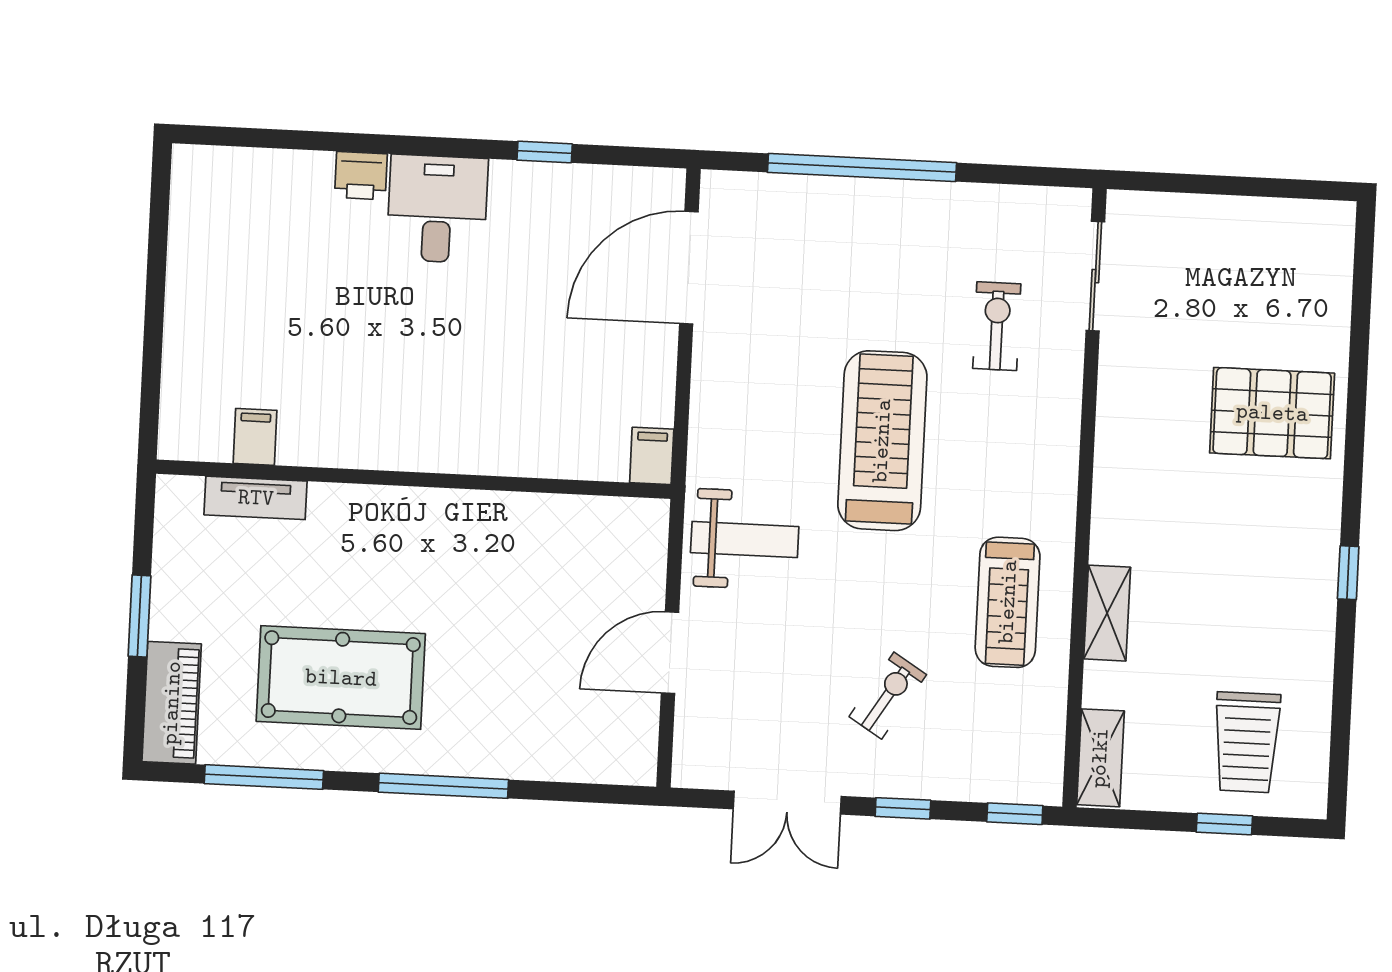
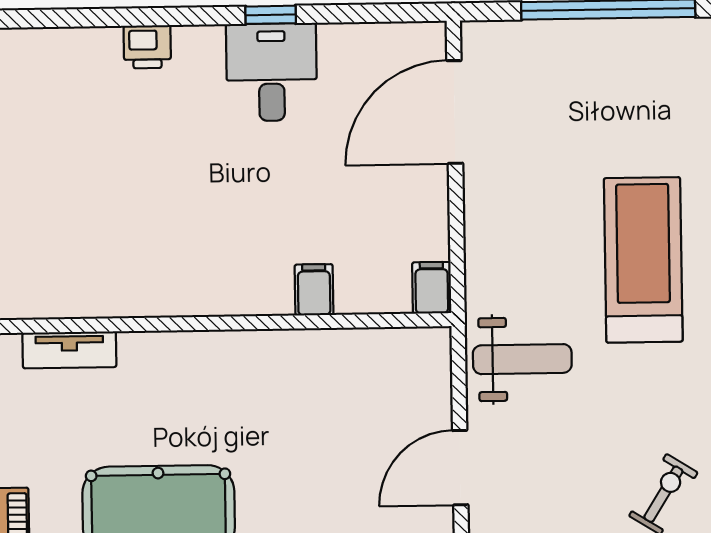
window: (545, 152) -> (271, 15), moved
desk: (437, 209) -> (272, 72), moved
filing cabinet: (255, 437) -> (314, 290), moved

